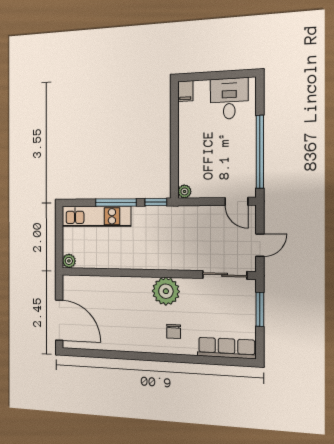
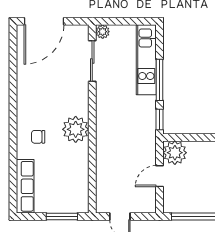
plant: (184, 191) -> (175, 153), width x1.87, depth x1.87
door: (236, 201) -> (160, 176), moved
sliding door: (225, 275) -> (92, 61), moved

